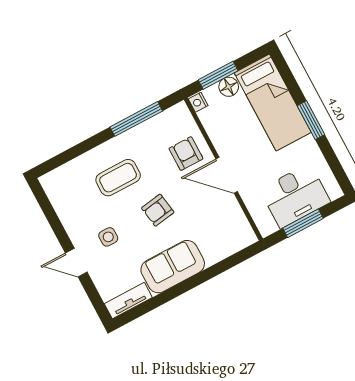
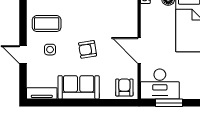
armchair: (186, 154) -> (124, 87), moved
coffee table: (118, 178) -> (47, 24), moved
desk: (295, 196) -> (160, 84), moved

